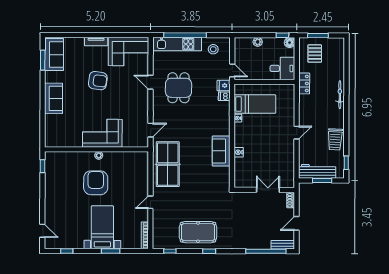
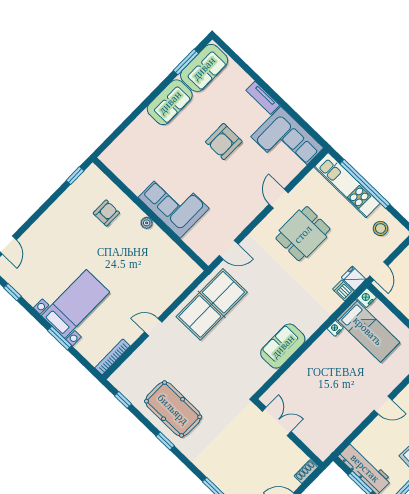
armchair: (98, 81) -> (224, 142), turned 82
sofa: (54, 98) -> (170, 102), moved
nightstand: (239, 152) -> (367, 298), moved
armchair: (96, 183) -> (106, 213), moved, width x0.53, depth x0.53
double door: (268, 190) -> (277, 421), moved

